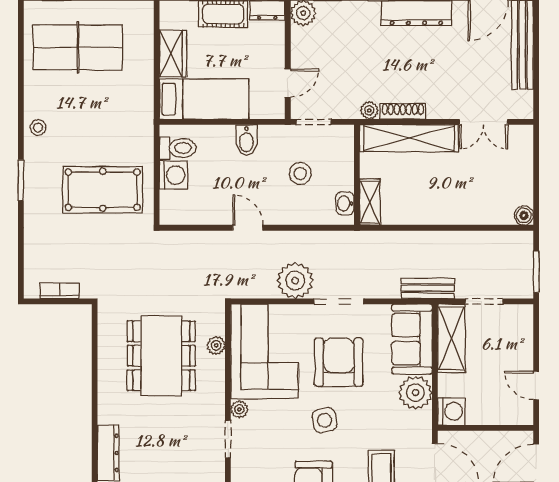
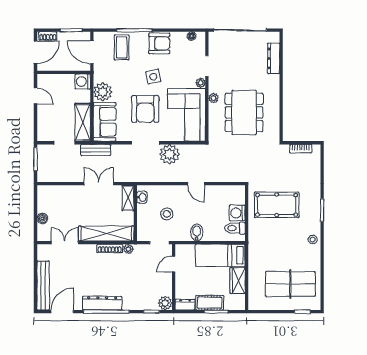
boiler: (524, 215) -> (42, 218), moved
double door: (422, 228) -> (99, 184), added
plant: (216, 345) -> (214, 98), moved

